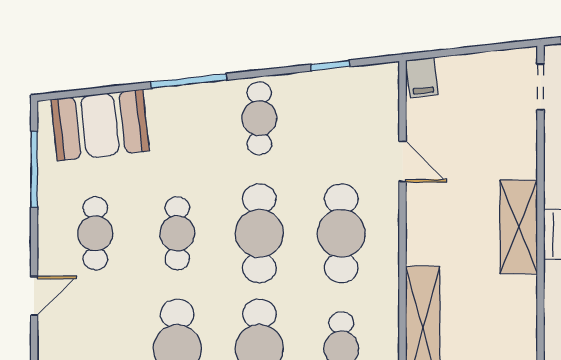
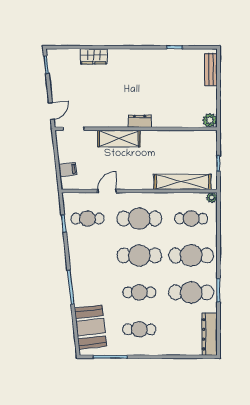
filing cabinet: (422, 77) -> (68, 170), moved
cafe table: (259, 118) -> (87, 219), moved
shelving: (519, 227) -> (119, 139), moved
door: (34, 296) -> (167, 357), removed

